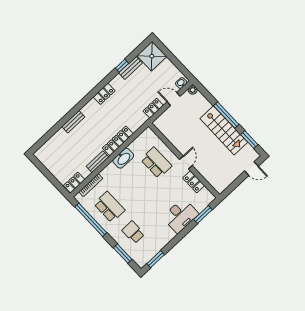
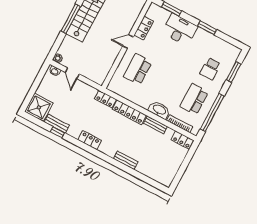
locker: (153, 108) -> (105, 99), moved
washbasin: (123, 158) -> (159, 110), moved
window: (156, 259) -> (207, 28), moved

